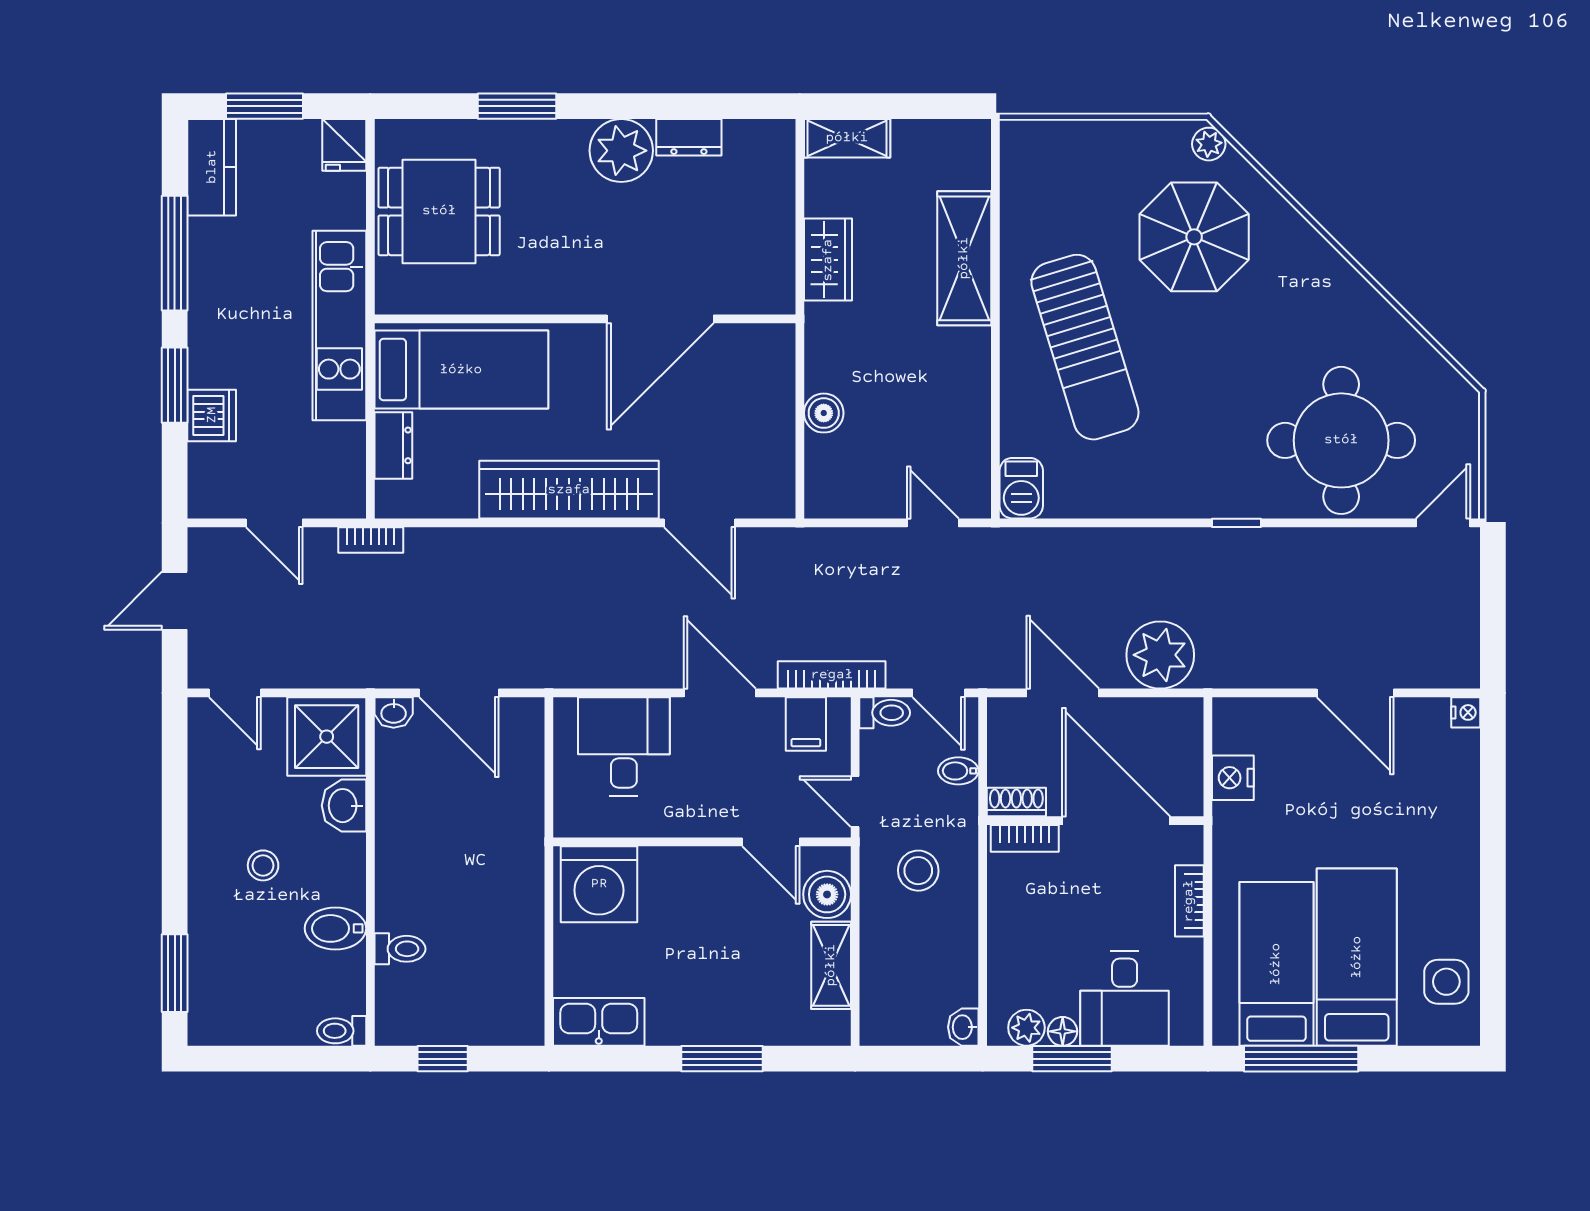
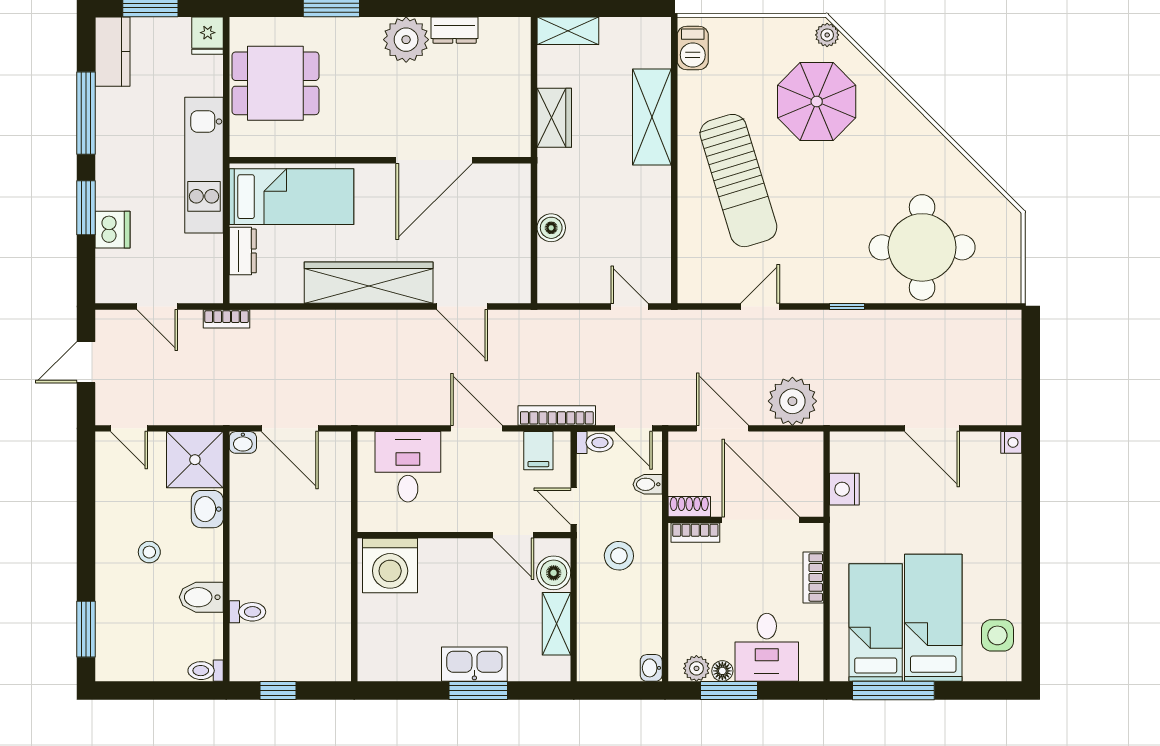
barbecue: (1021, 488) -> (693, 48), moved
door: (1443, 523) -> (760, 307), moved
kitchen sink: (599, 1022) -> (474, 664), moved

